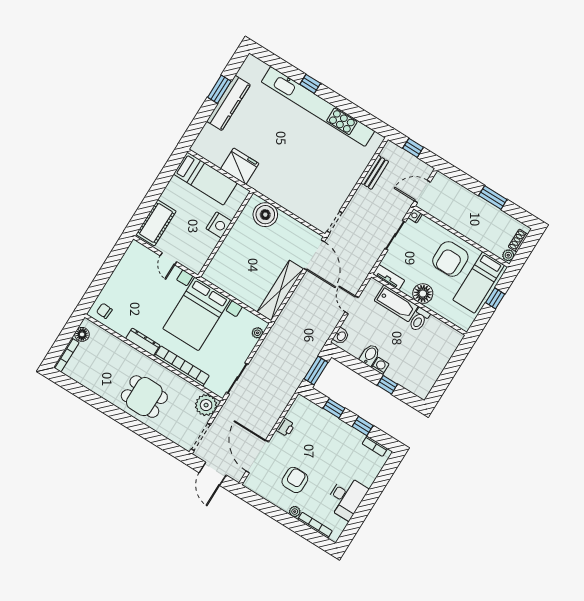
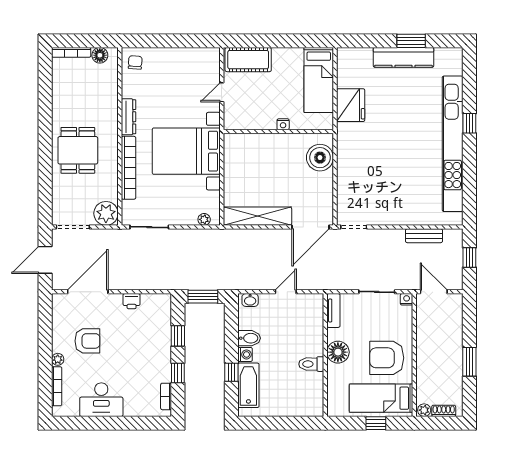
nightstand: (219, 225) -> (283, 124), width x0.53, depth x0.56
bathtub: (396, 303) -> (248, 385), moved, turned 180

